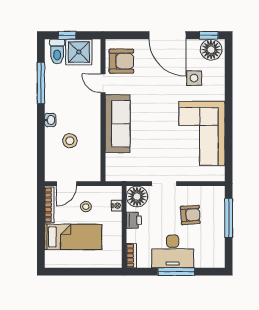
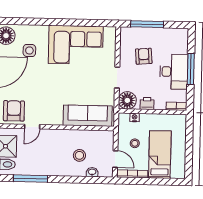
washbasin: (50, 120) -> (92, 172), moved
sofa: (118, 124) -> (88, 116), moved

